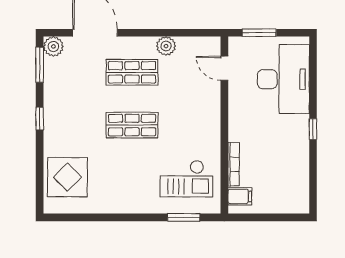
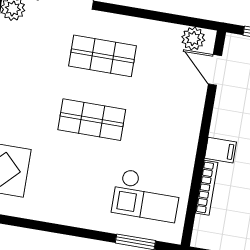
plant: (166, 46) -> (193, 39), moved
filing cabinet: (240, 196) -> (221, 150), moved

